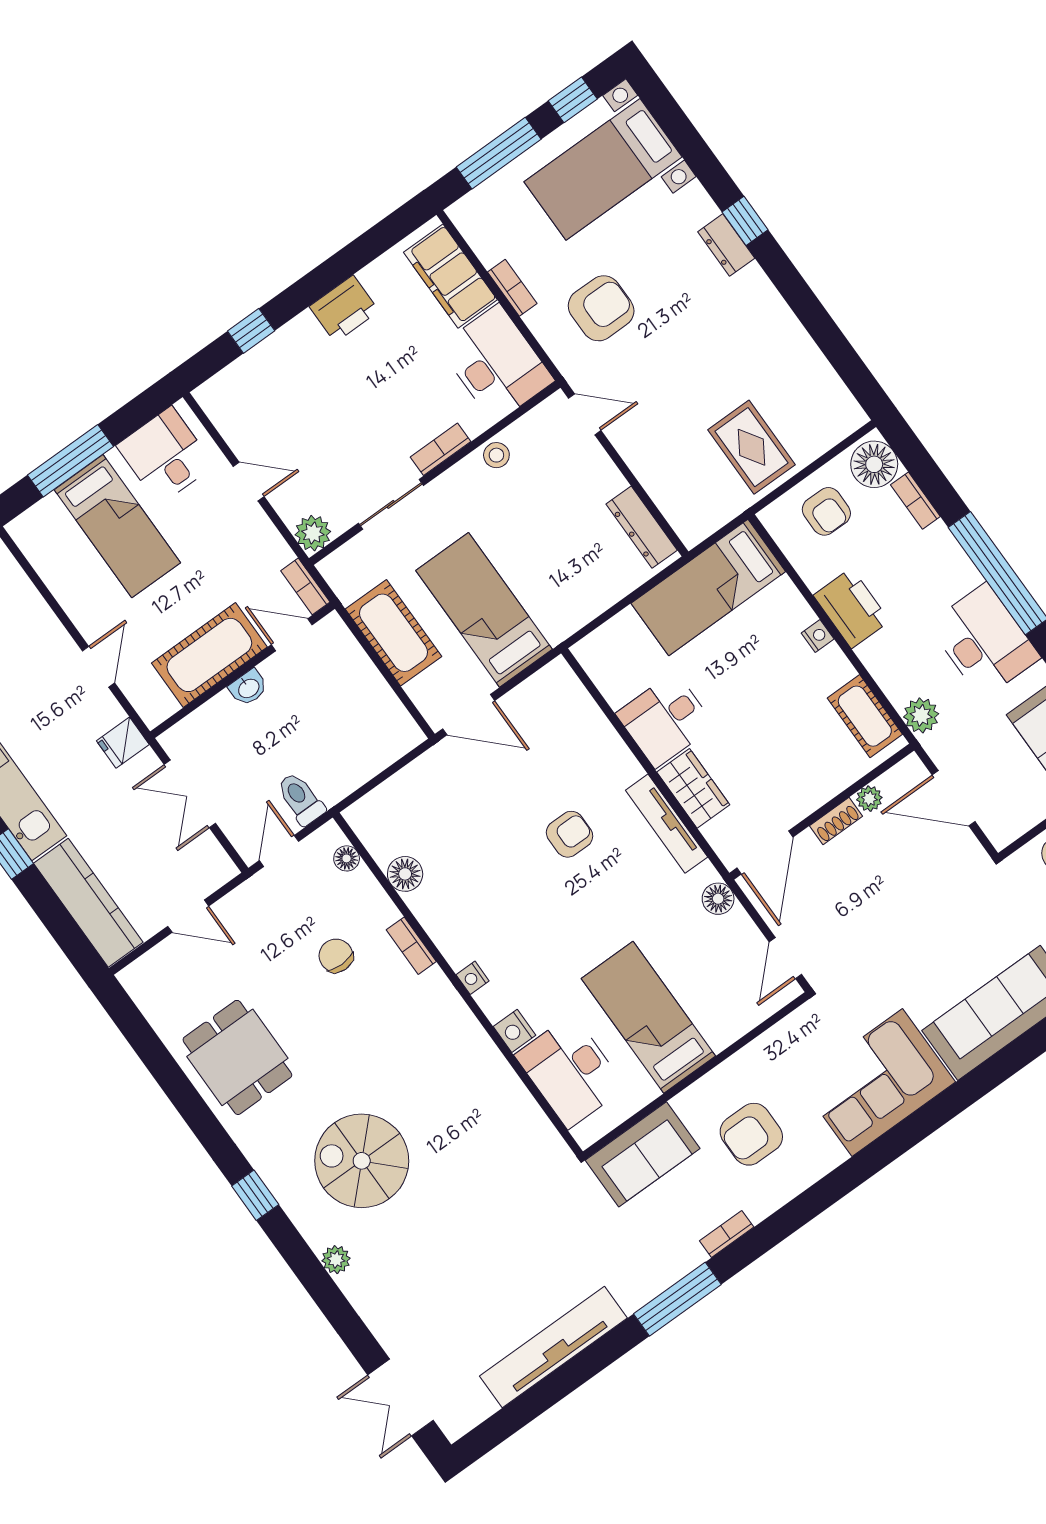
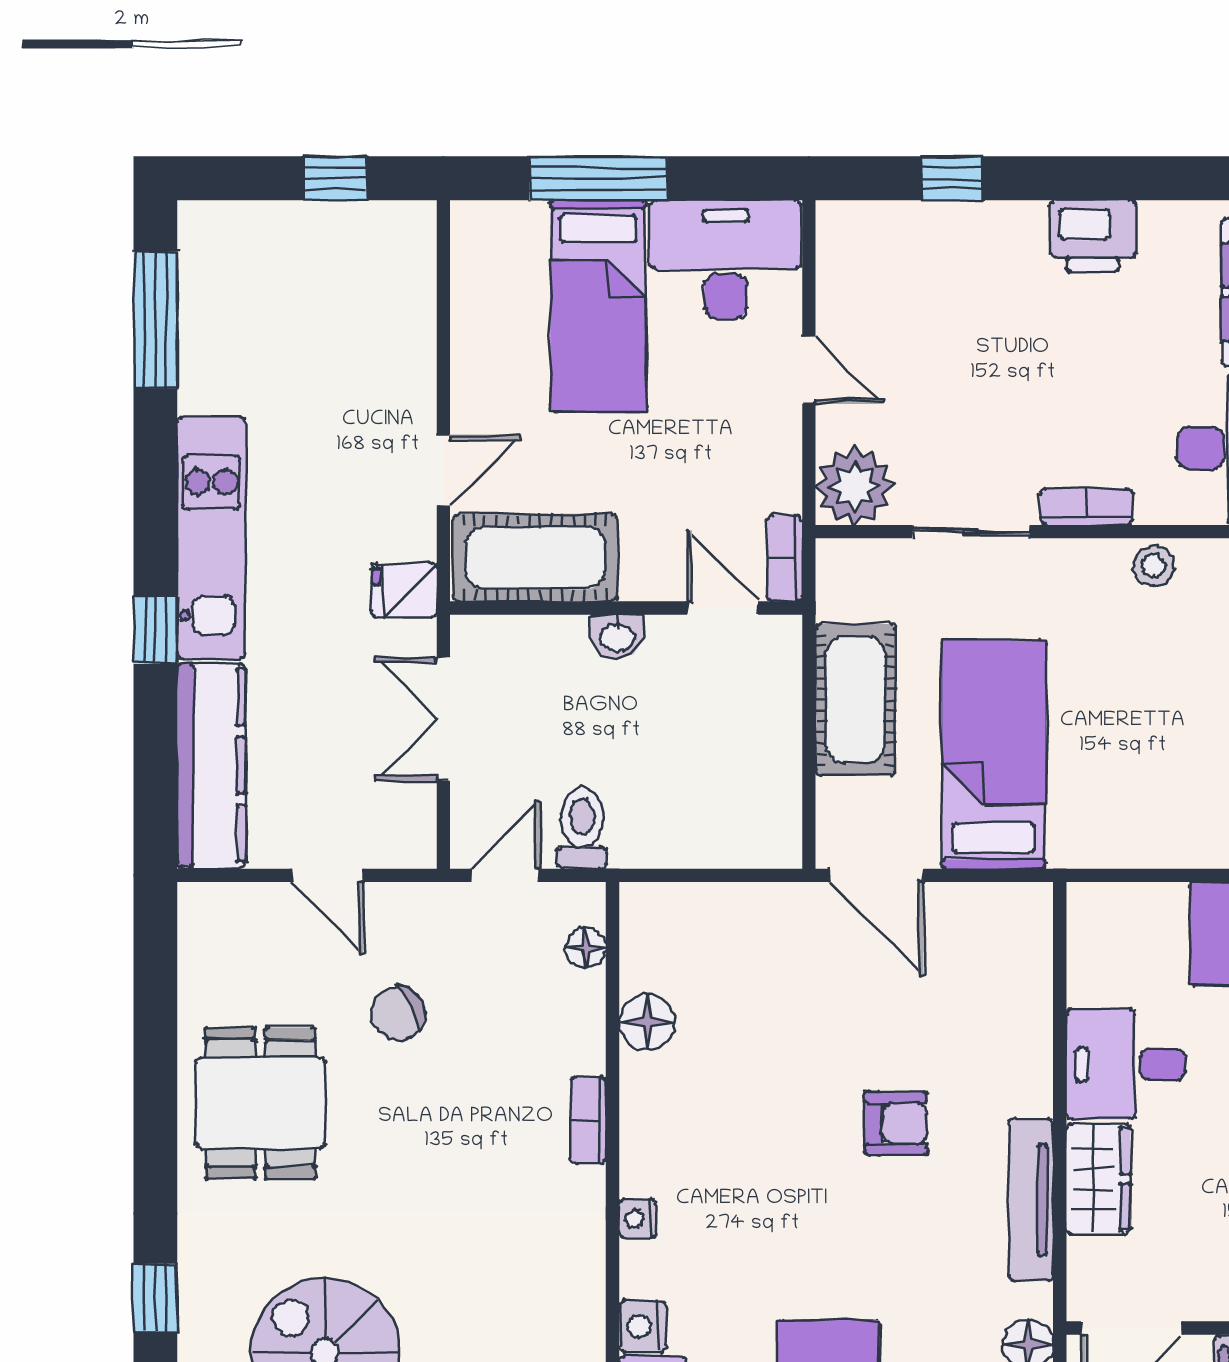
desk: (165, 455) -> (726, 259), width x1.37
plant: (313, 533) -> (855, 486), width x1.36, depth x1.36
cot: (209, 655) -> (535, 558), moved
chair: (336, 956) -> (398, 1013), moved, turned -117

